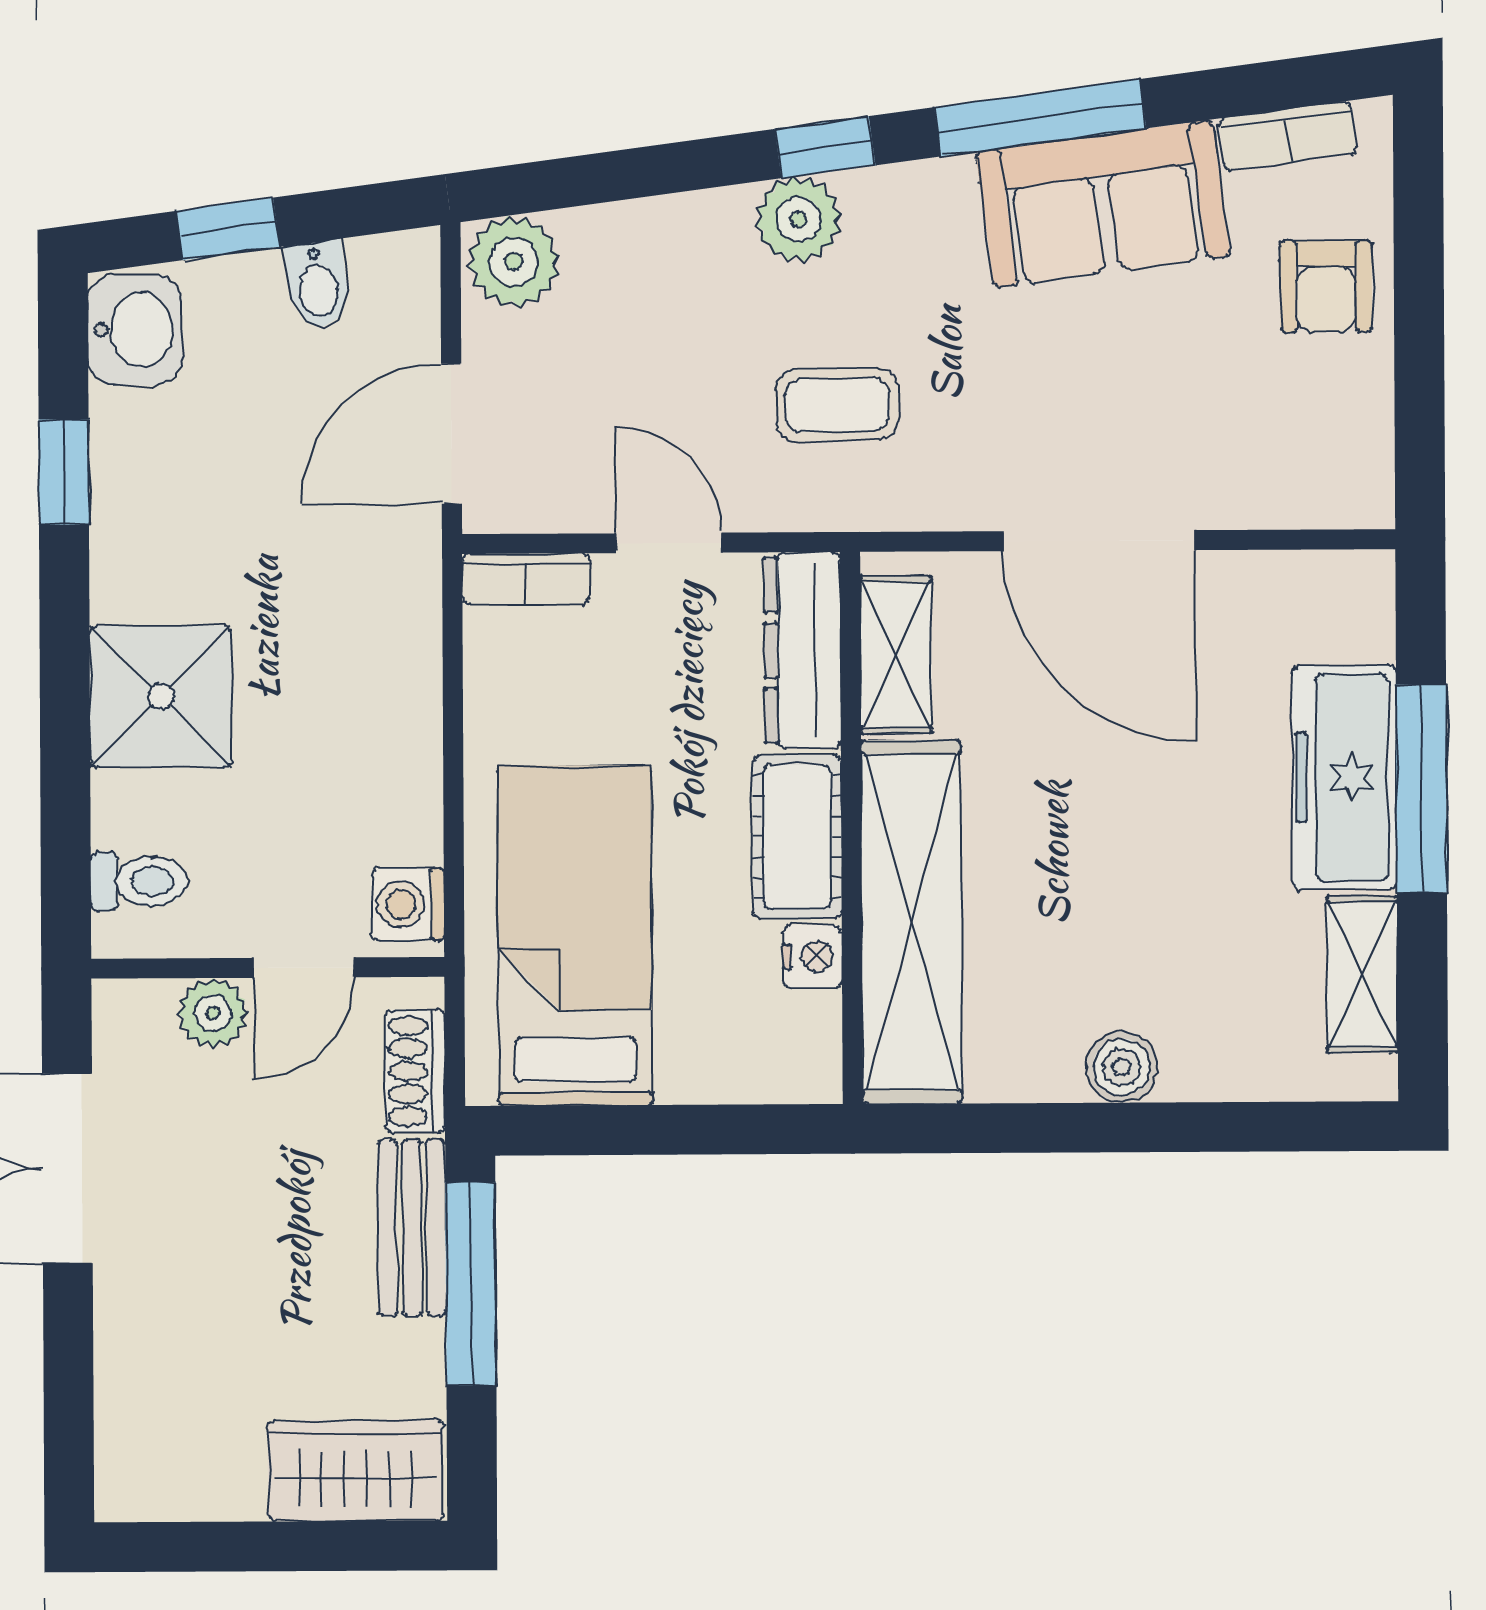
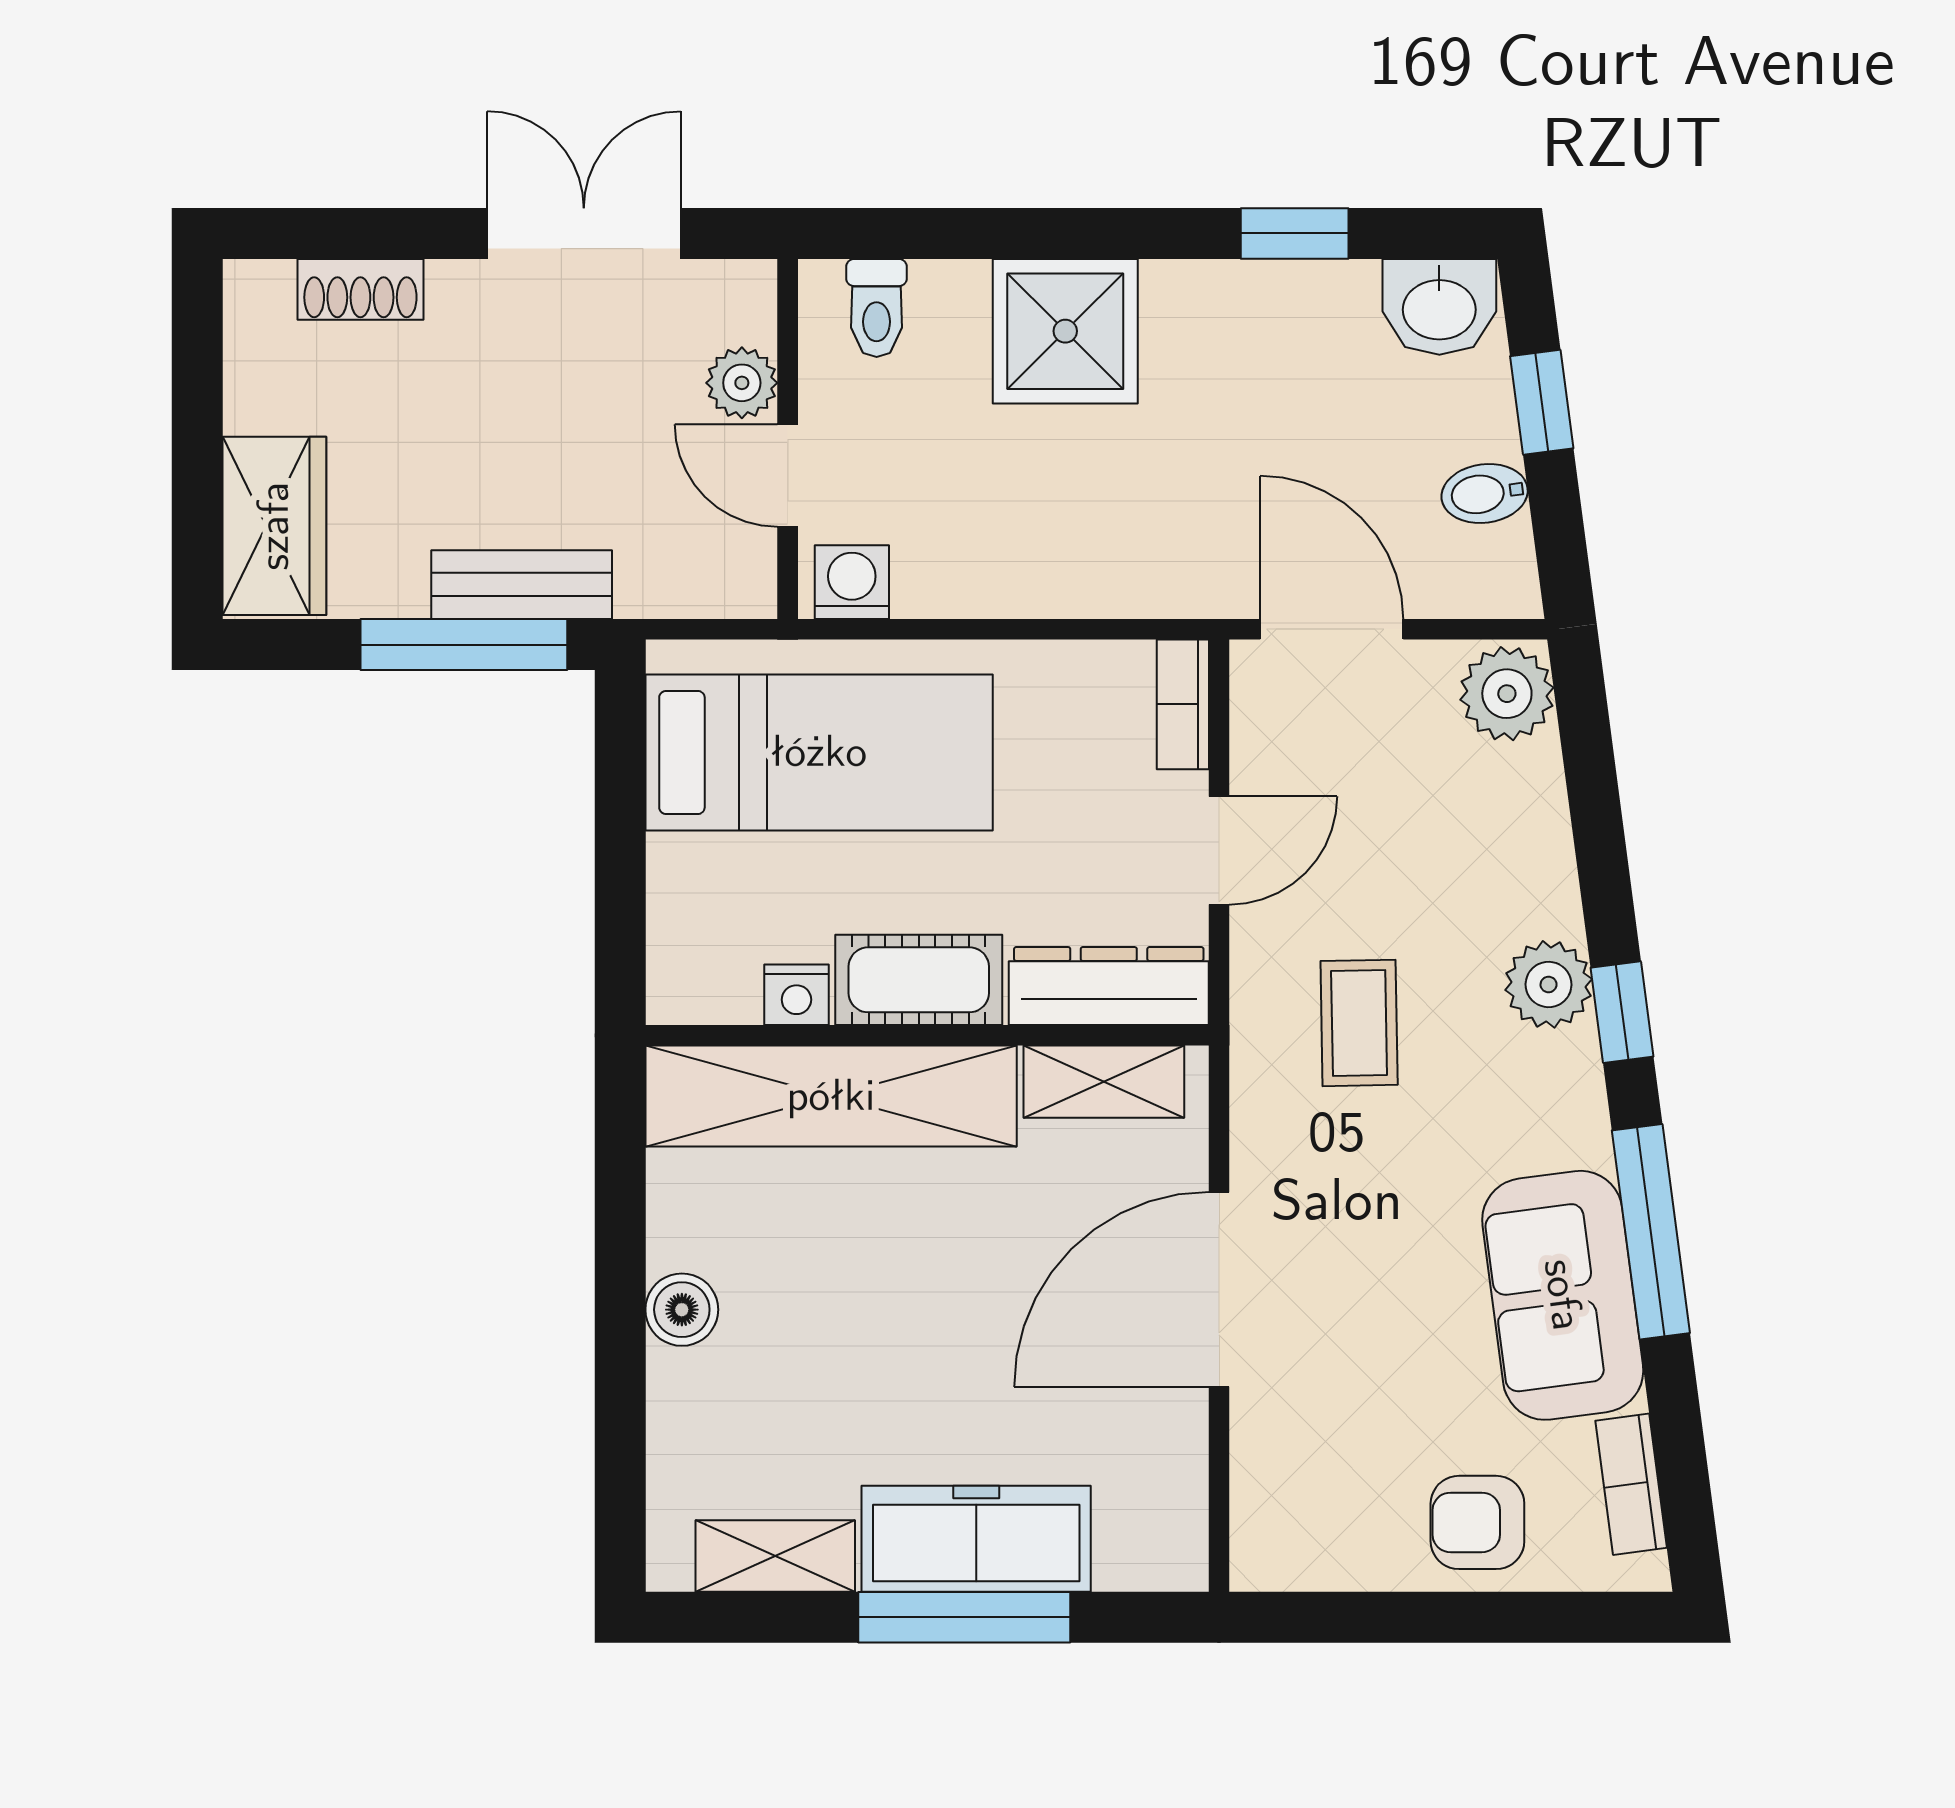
shoe rack: (415, 1071) -> (360, 289), moved, turned 180

